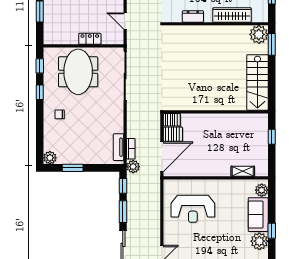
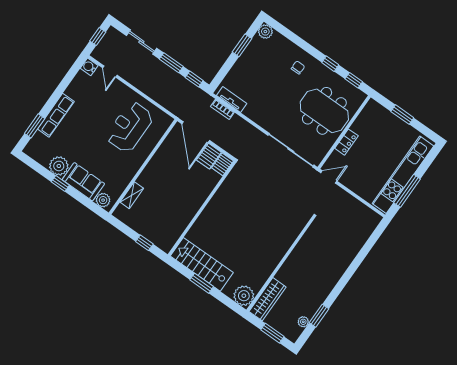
wardrobe: (232, 15) -> (268, 299), moved
dresser: (193, 16) -> (301, 248), removed
door: (125, 21) -> (329, 177), moved
window: (272, 44) -> (202, 283), moved
plant: (133, 167) -> (205, 100), removed

